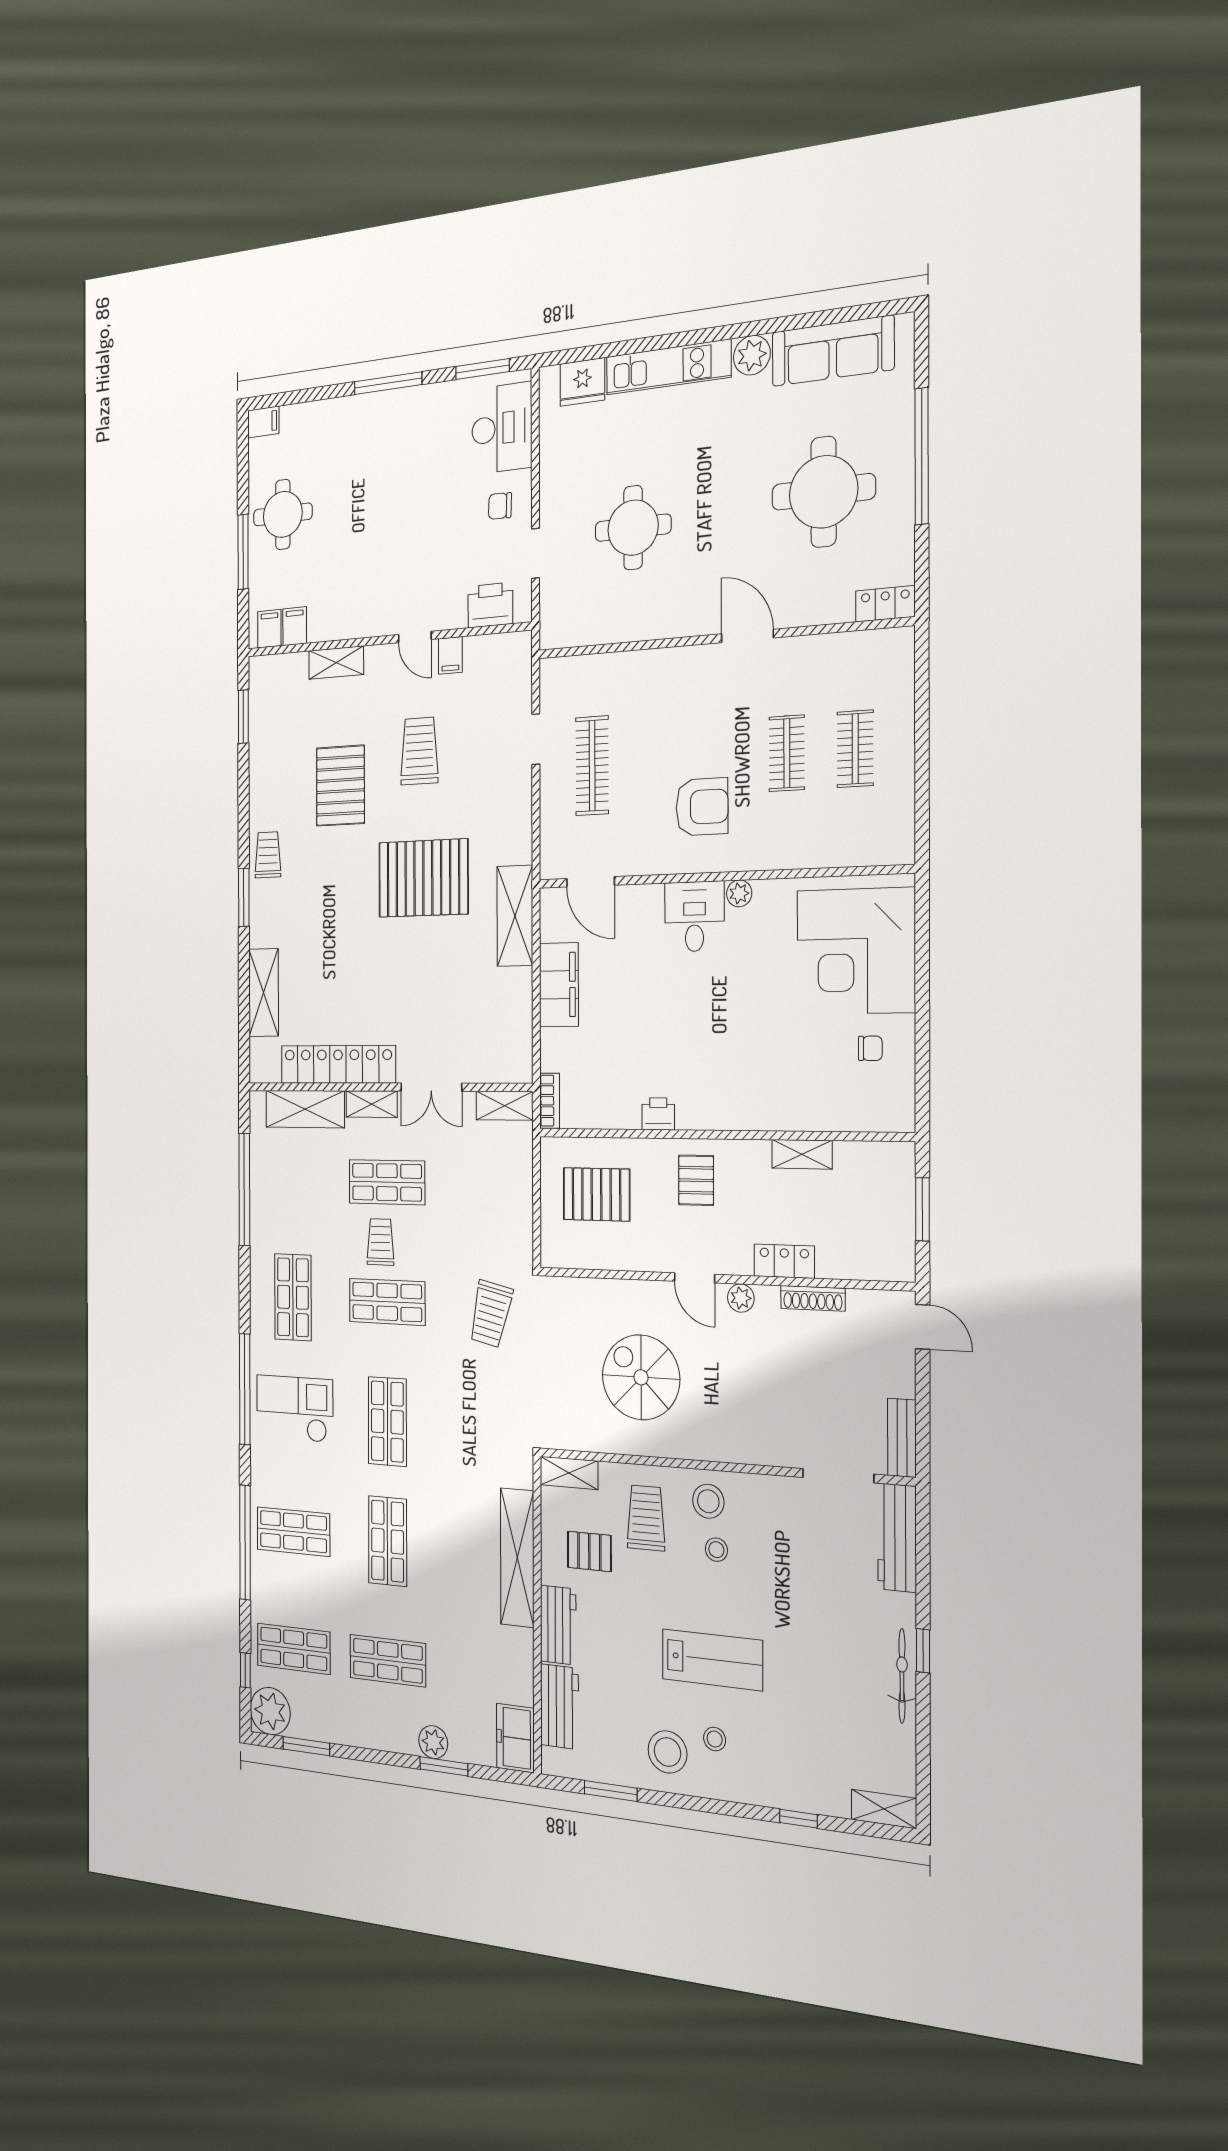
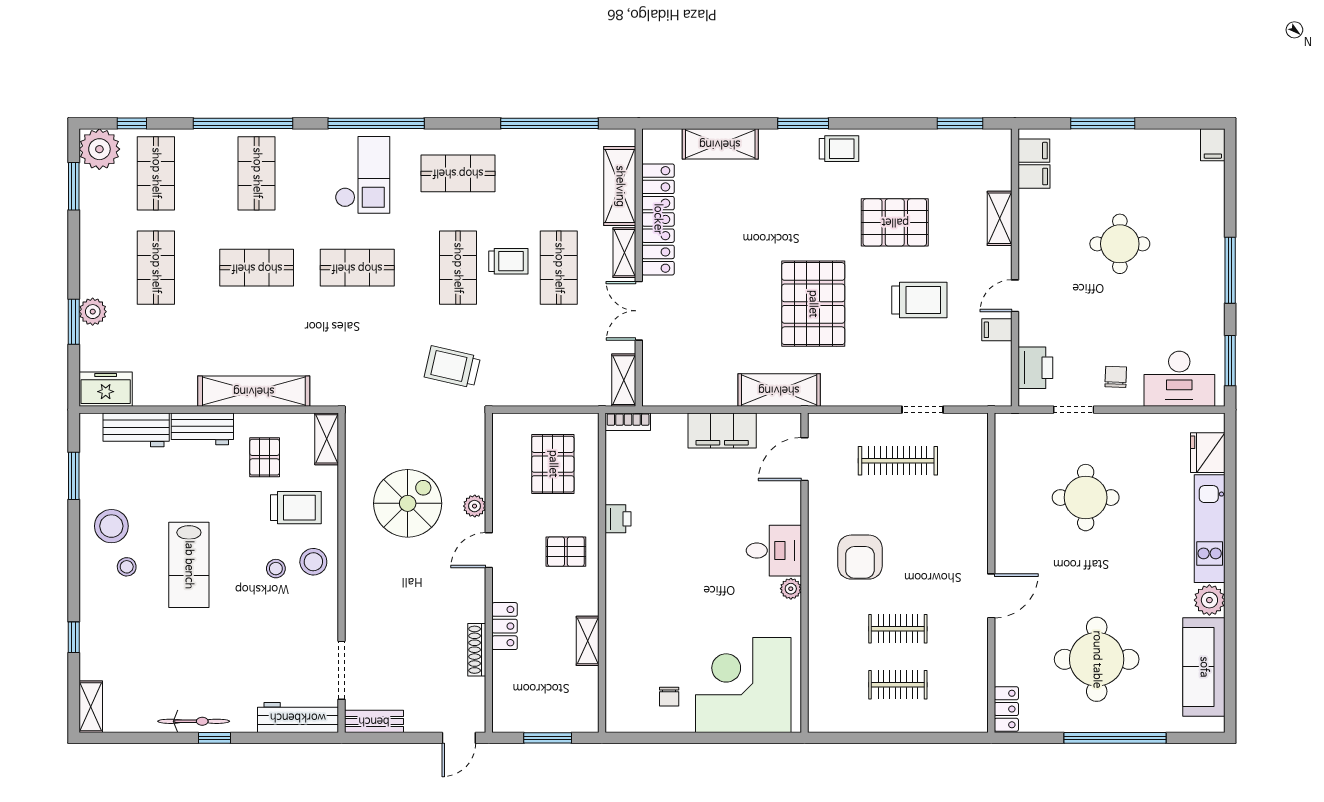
round table: (283, 514) -> (1120, 244), moved
plant: (741, 1298) -> (475, 506), moved

